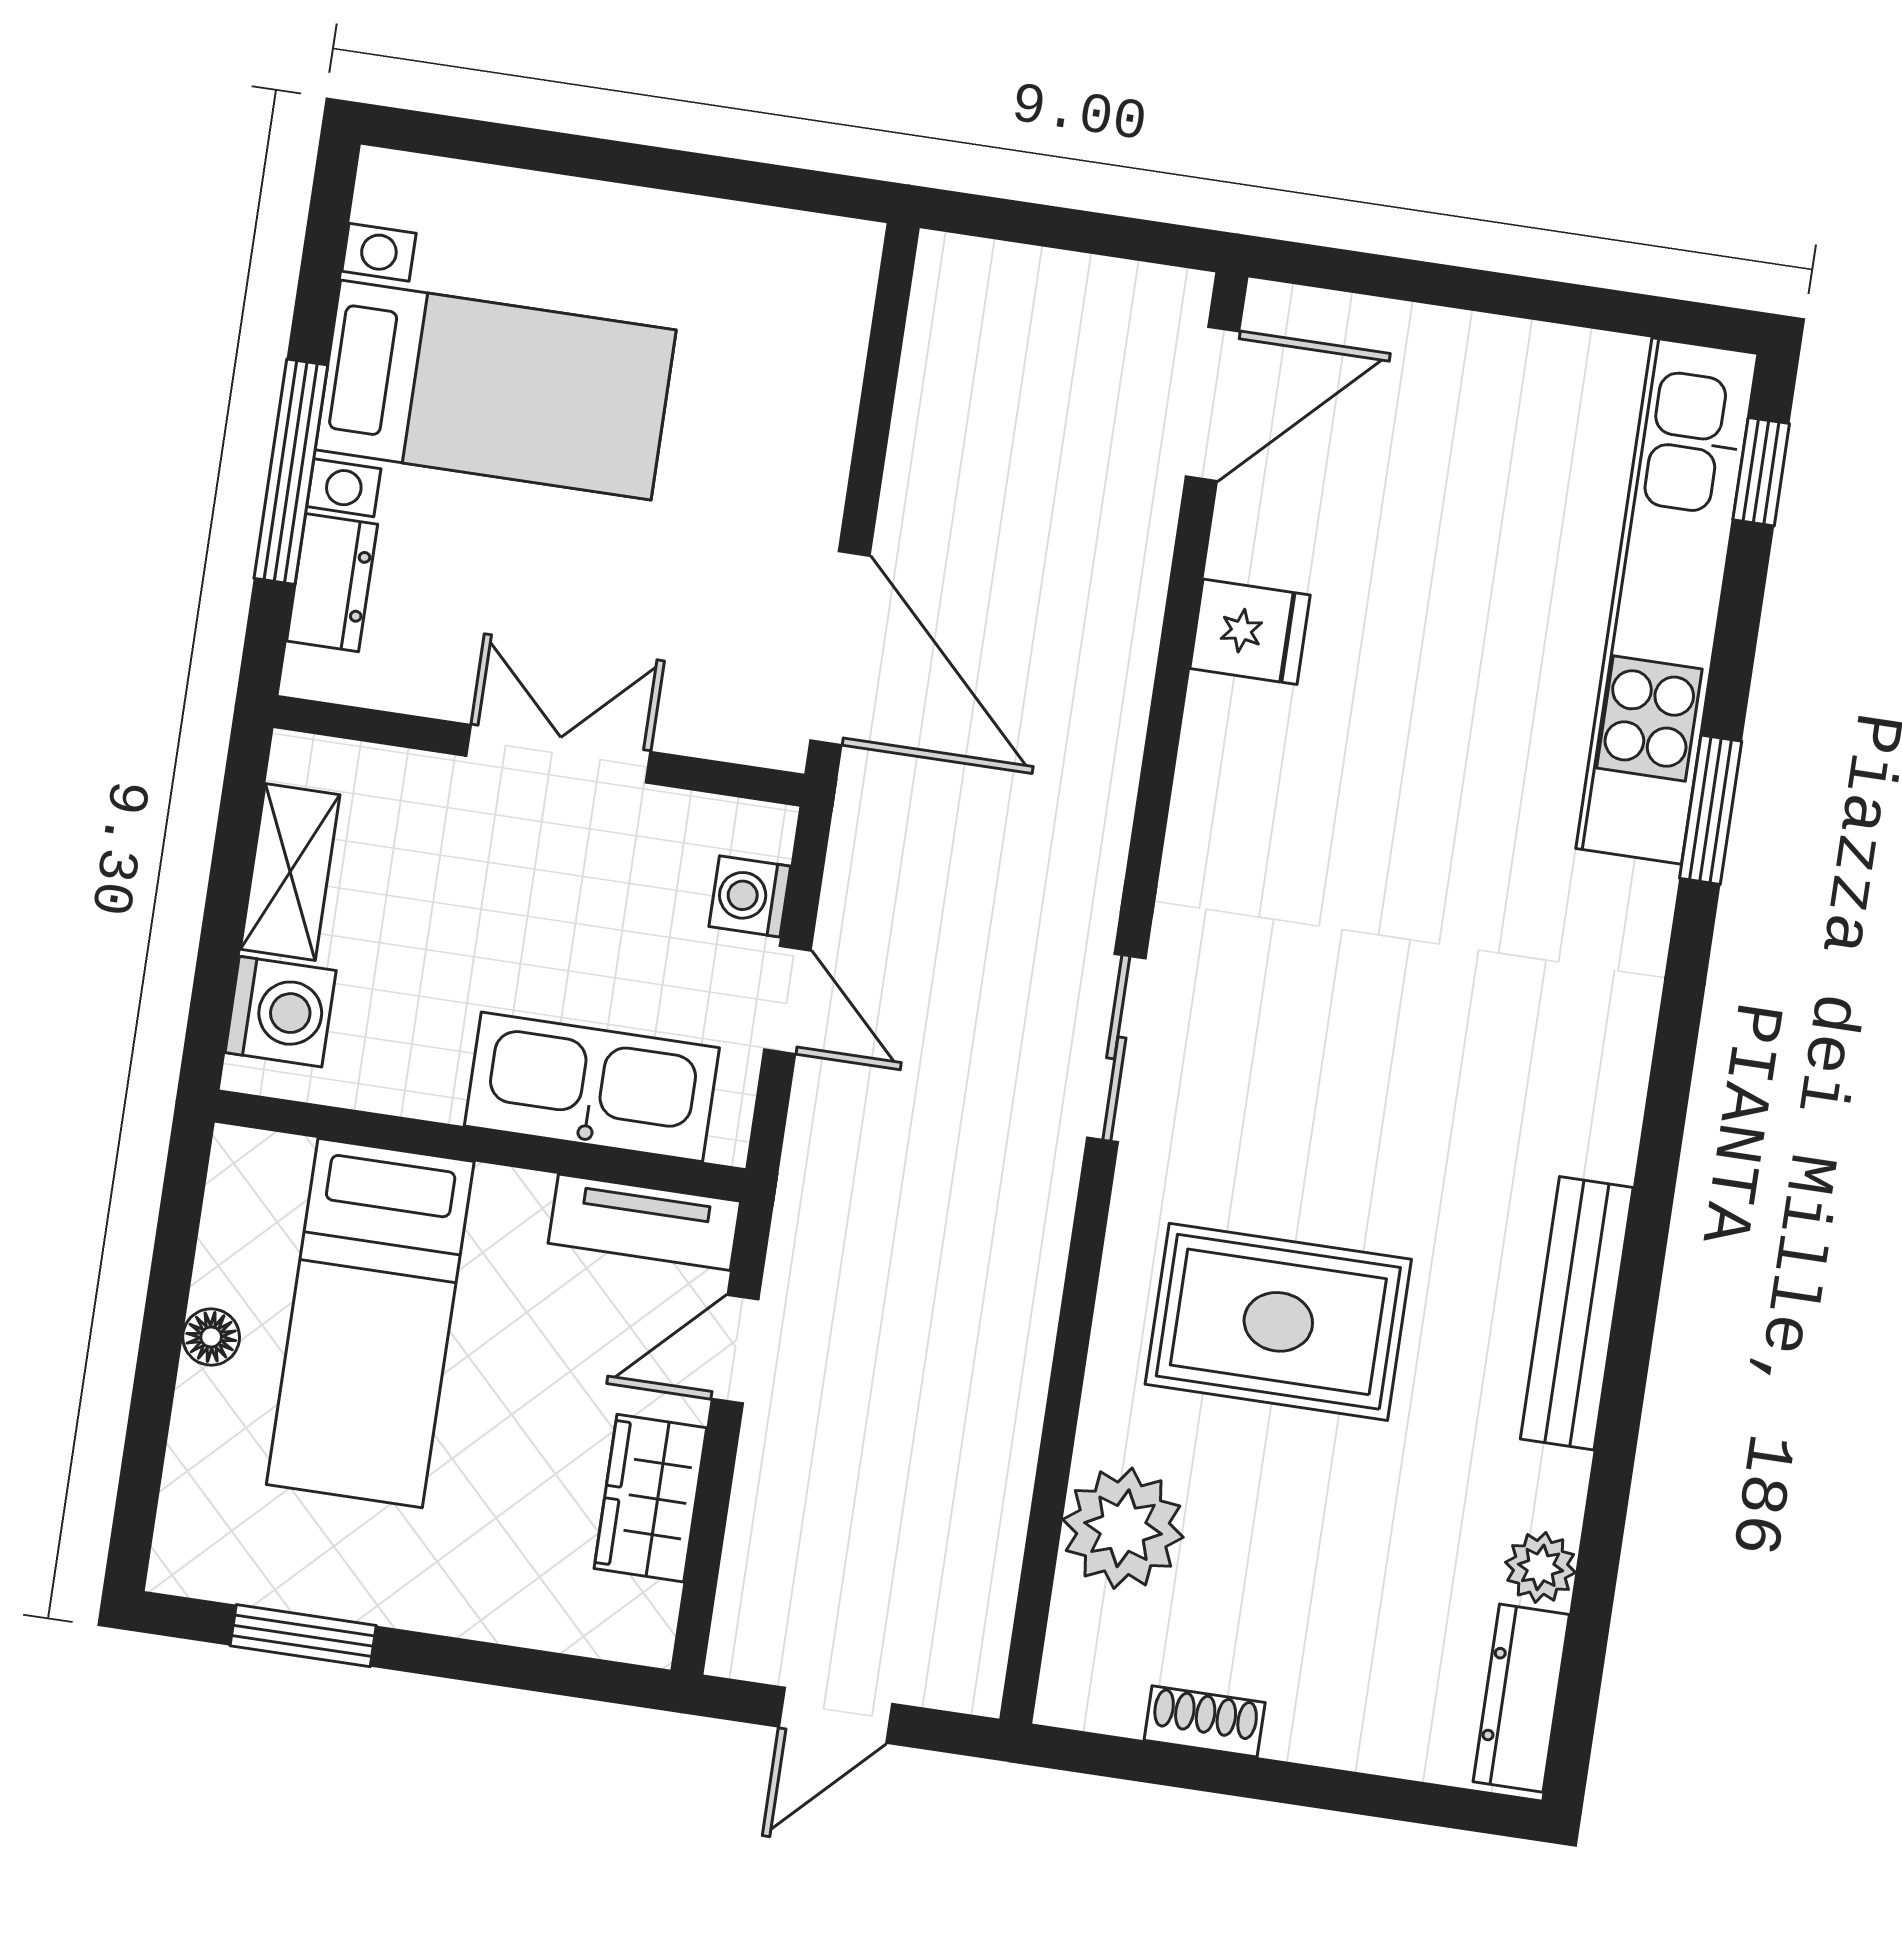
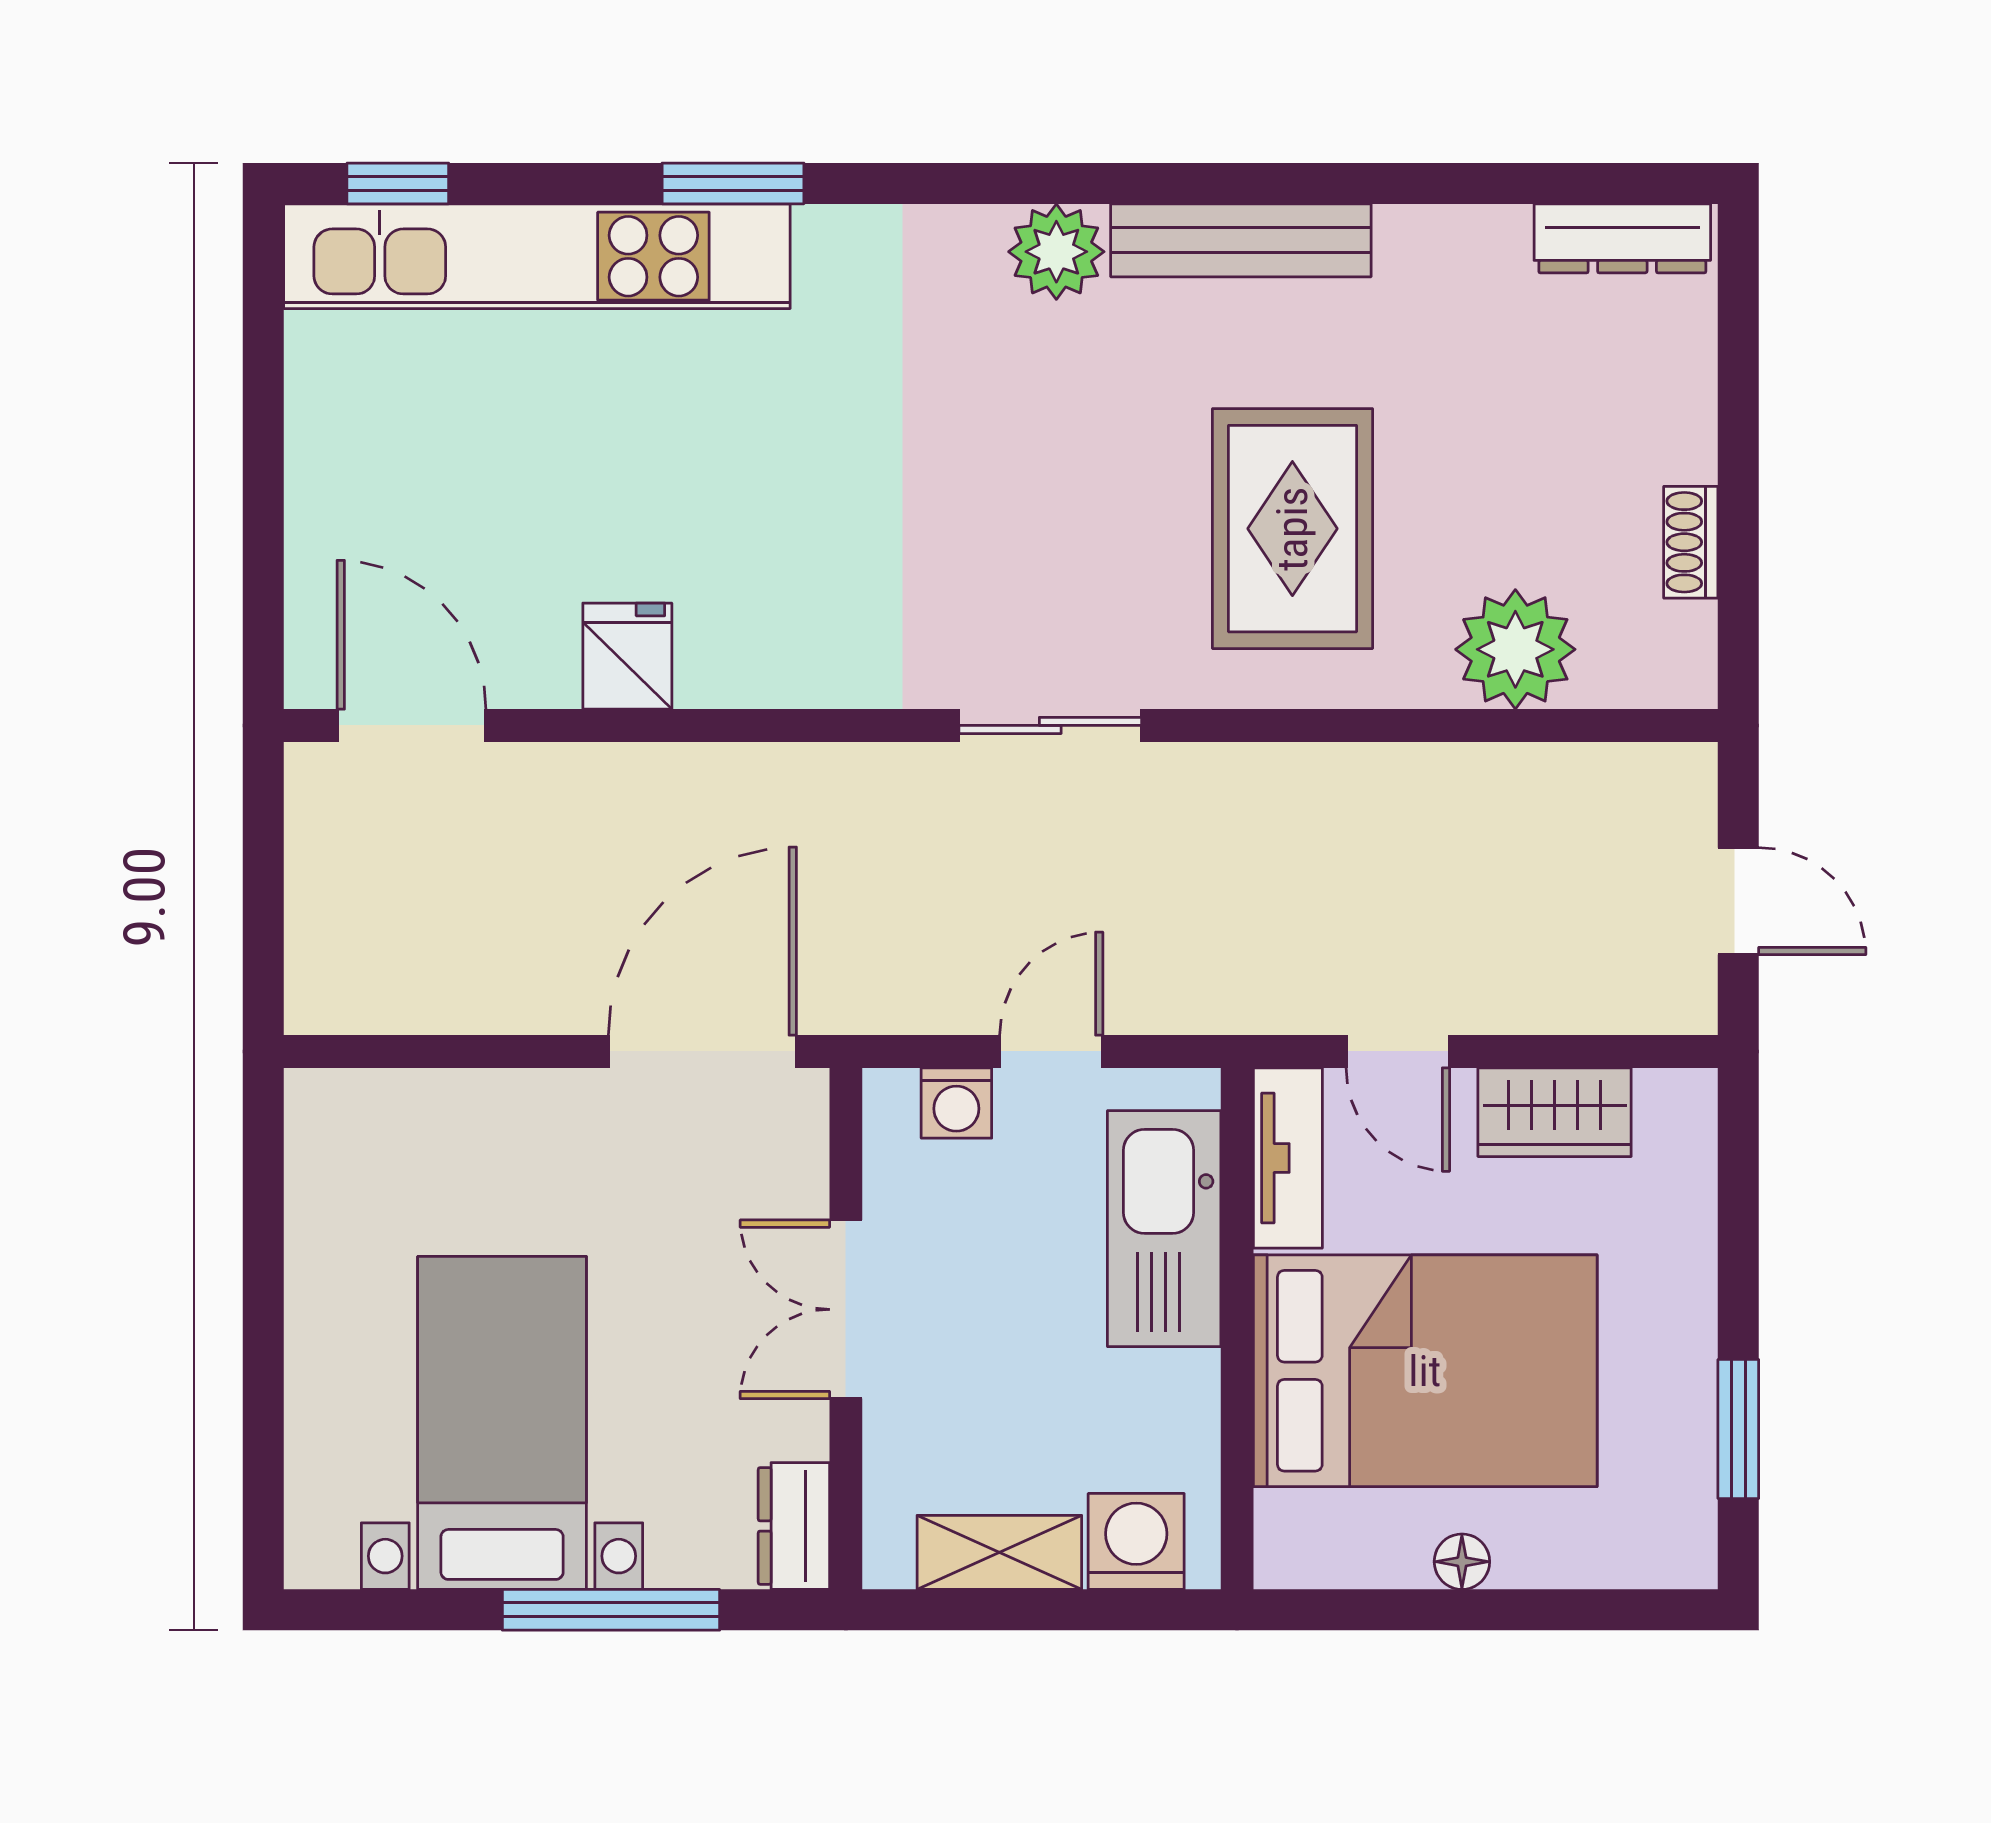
dresser: (332, 583) -> (794, 1526), moved, turned -90
bed: (370, 1323) -> (1425, 1371), width x1.50
plant: (1541, 1567) -> (1056, 252), moved, width x1.38, depth x1.38

